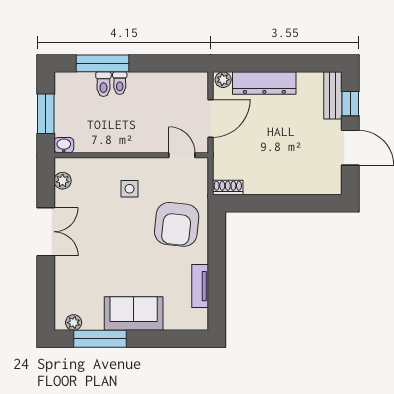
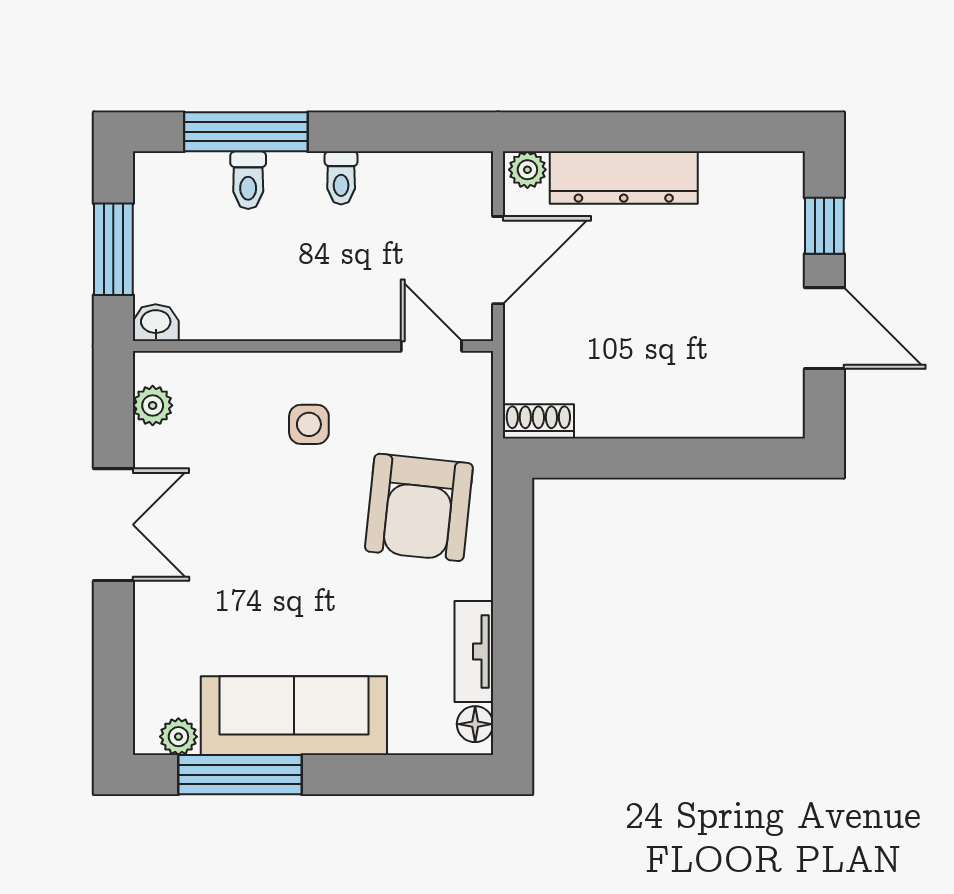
toilet: (120, 83) -> (341, 178), moved
bench: (333, 95) -> (784, 207), removed
sofa: (134, 314) -> (294, 716), width x1.36
floor lamp: (201, 317) -> (475, 724), added

